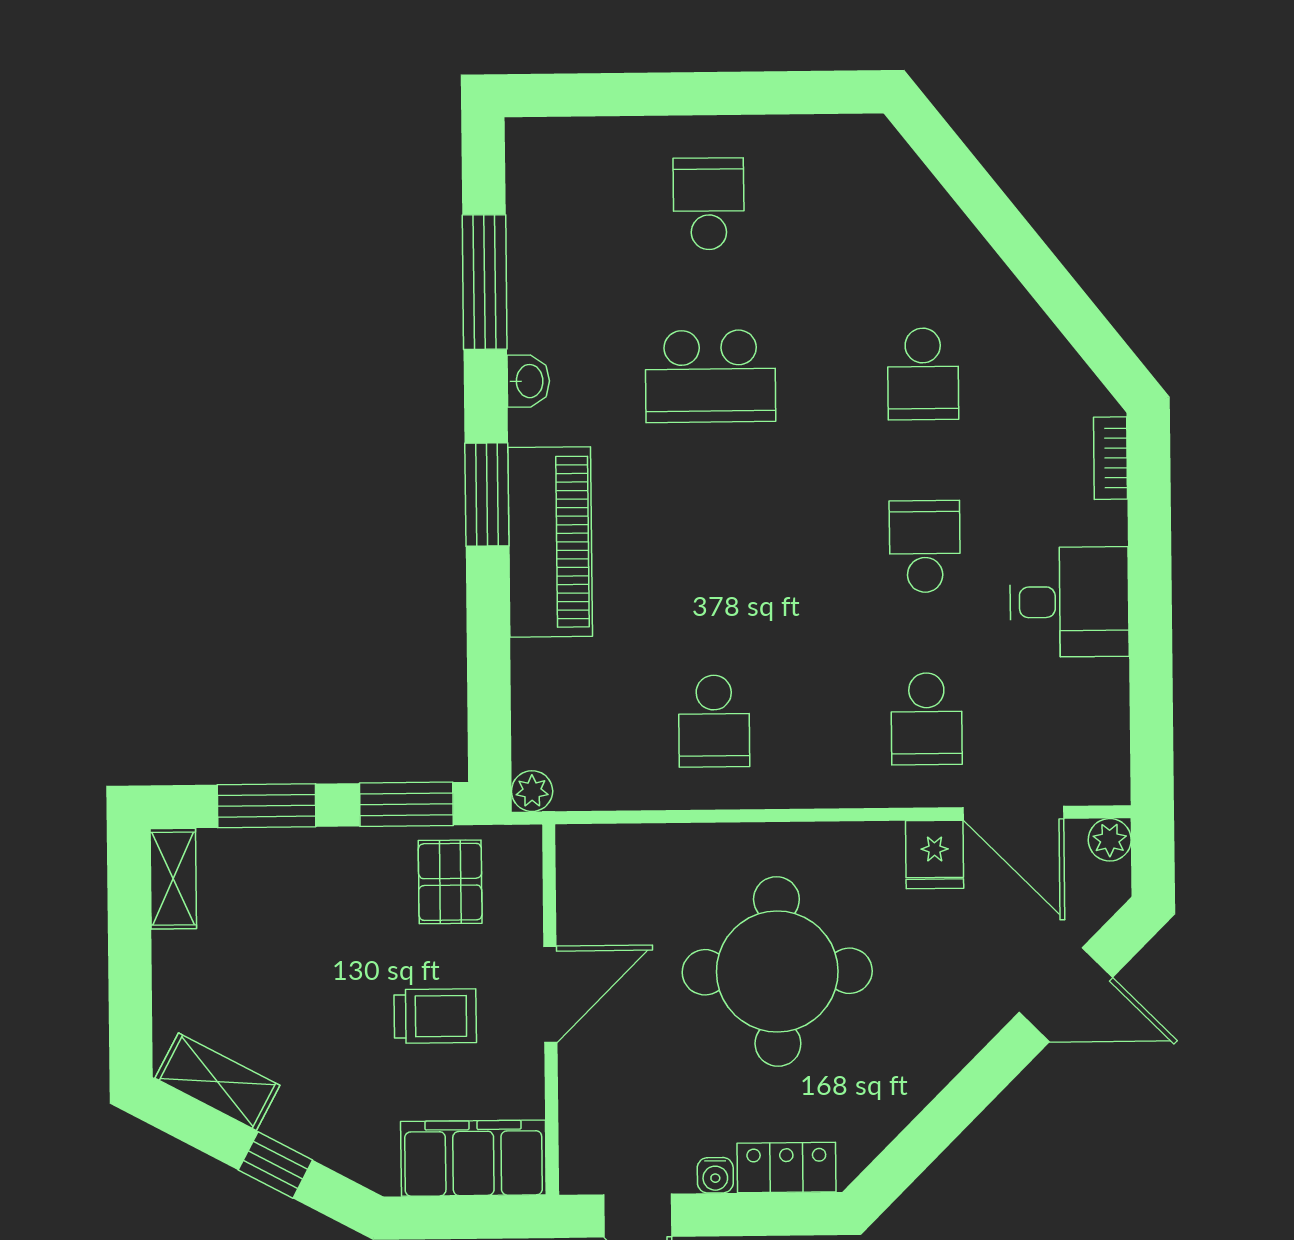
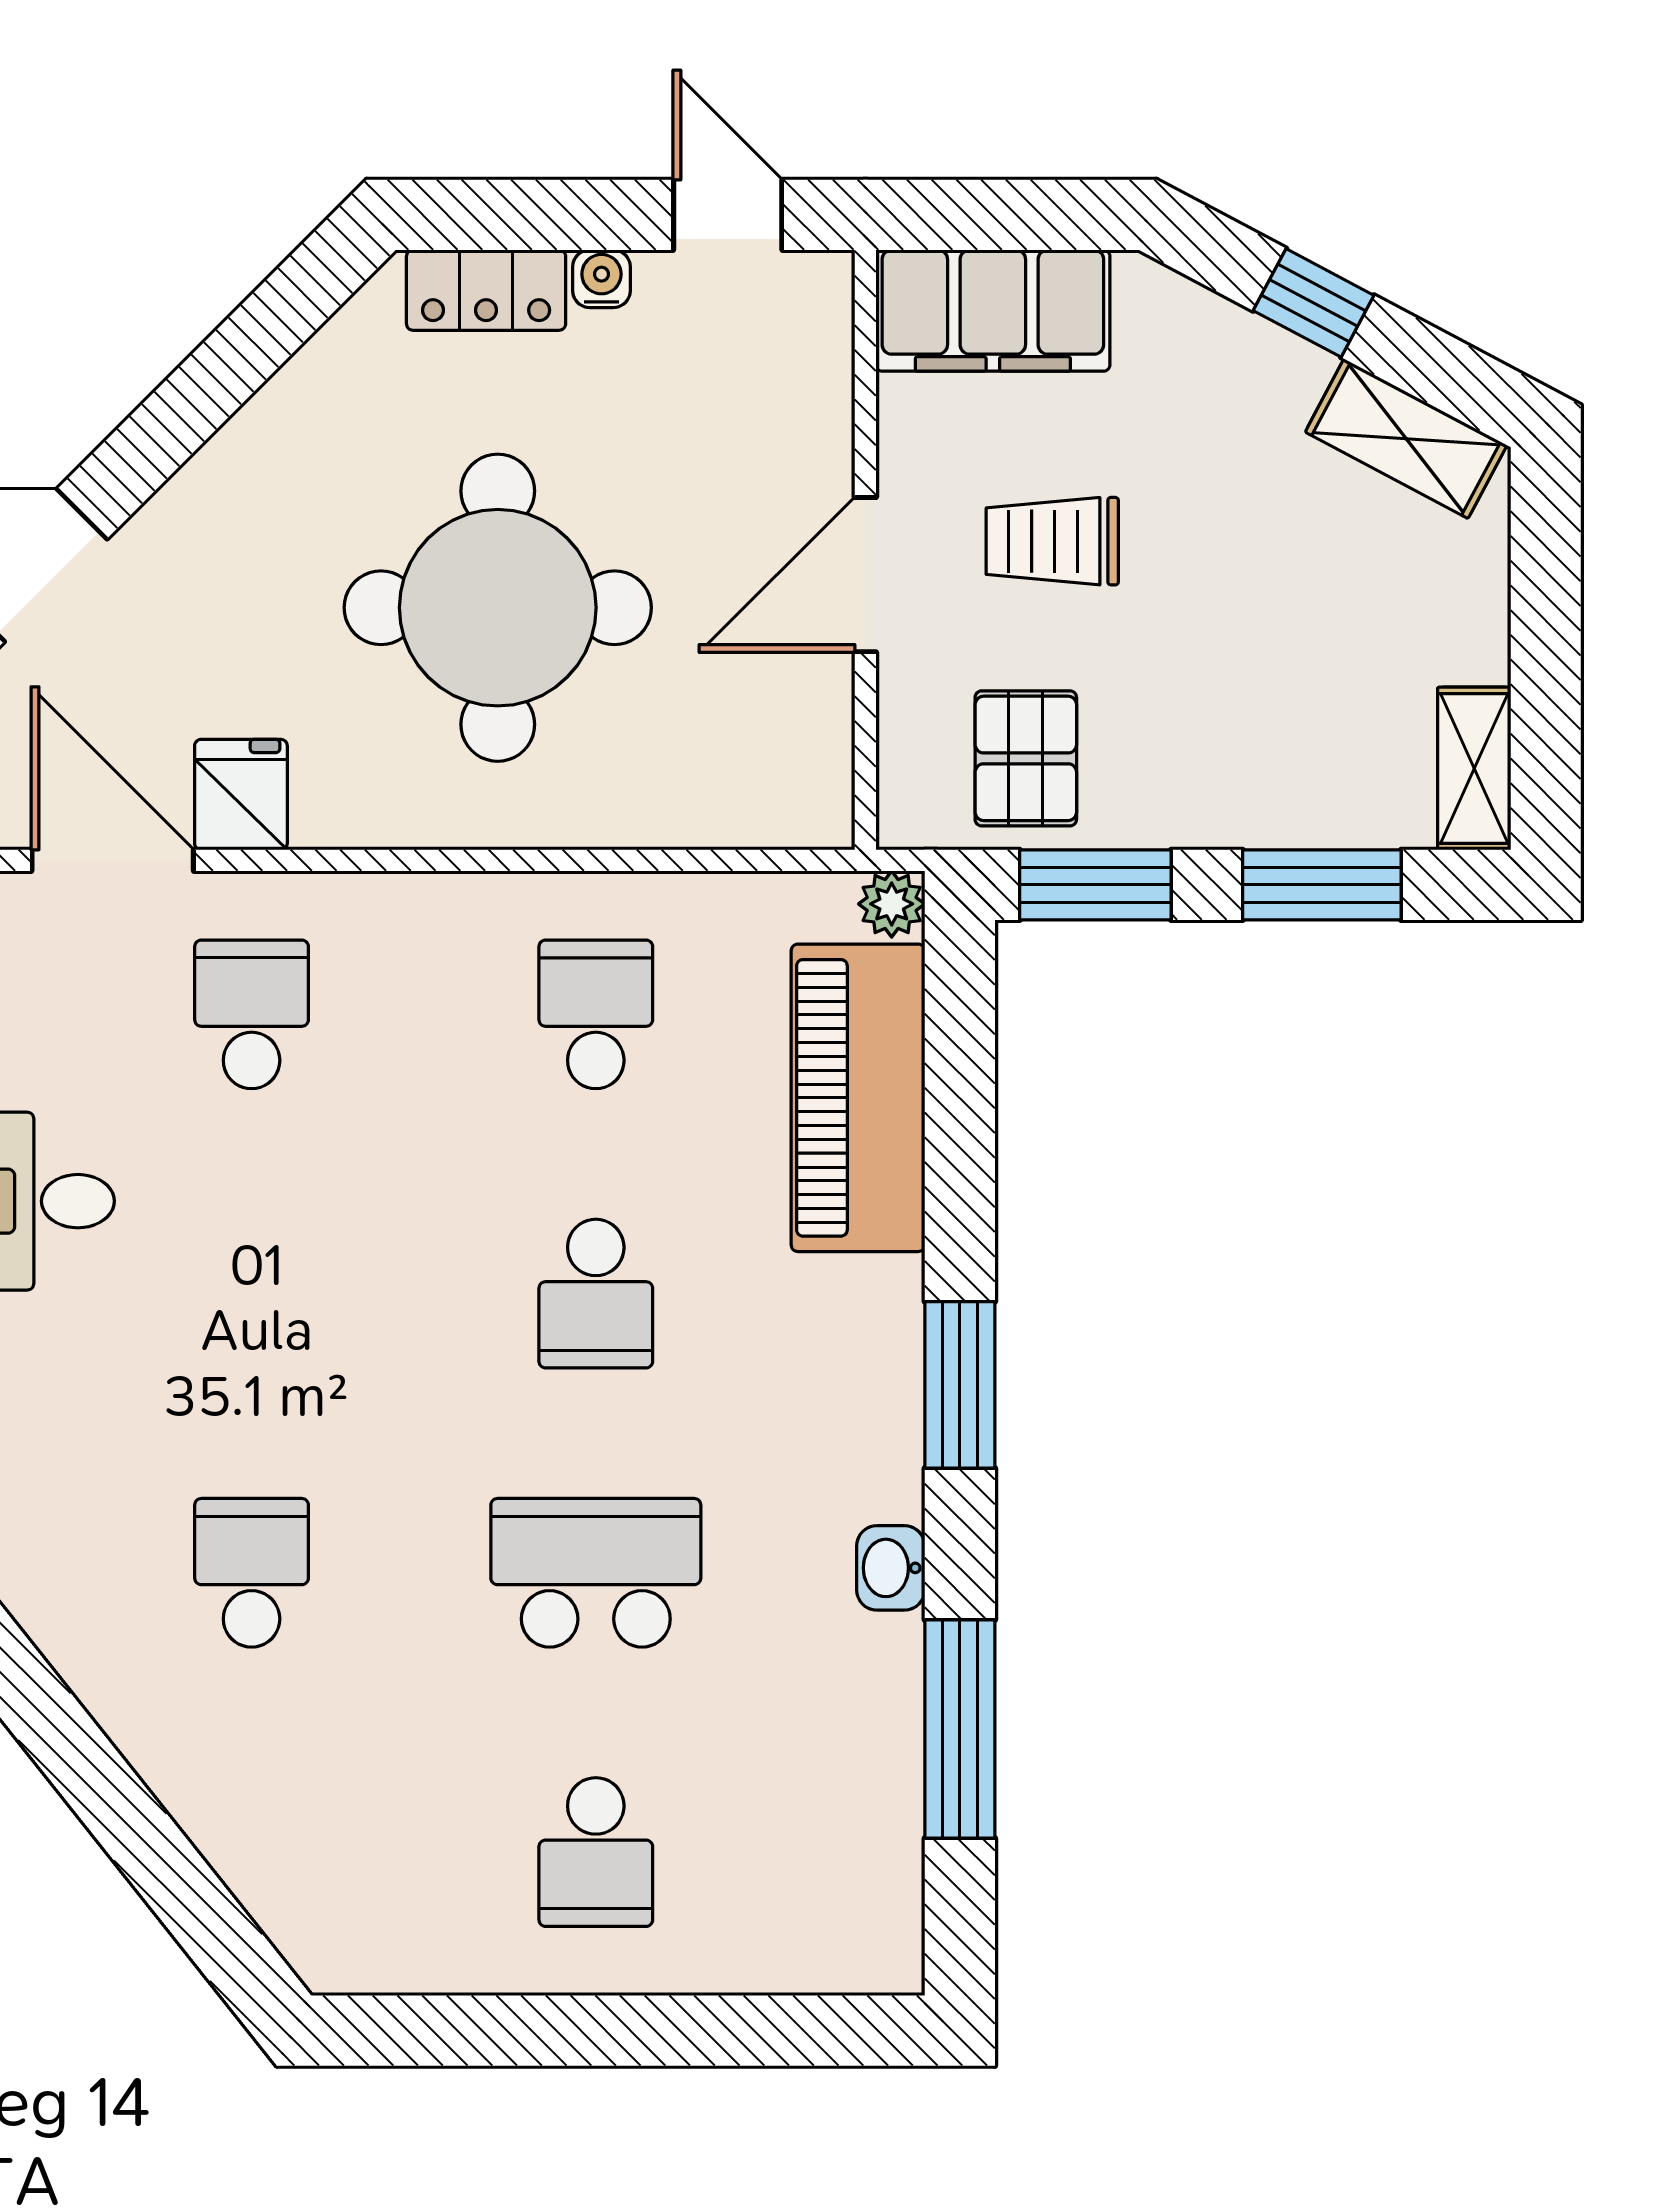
piano: (550, 542) -> (858, 1098), moved
school desk: (925, 546) -> (596, 1294), moved

